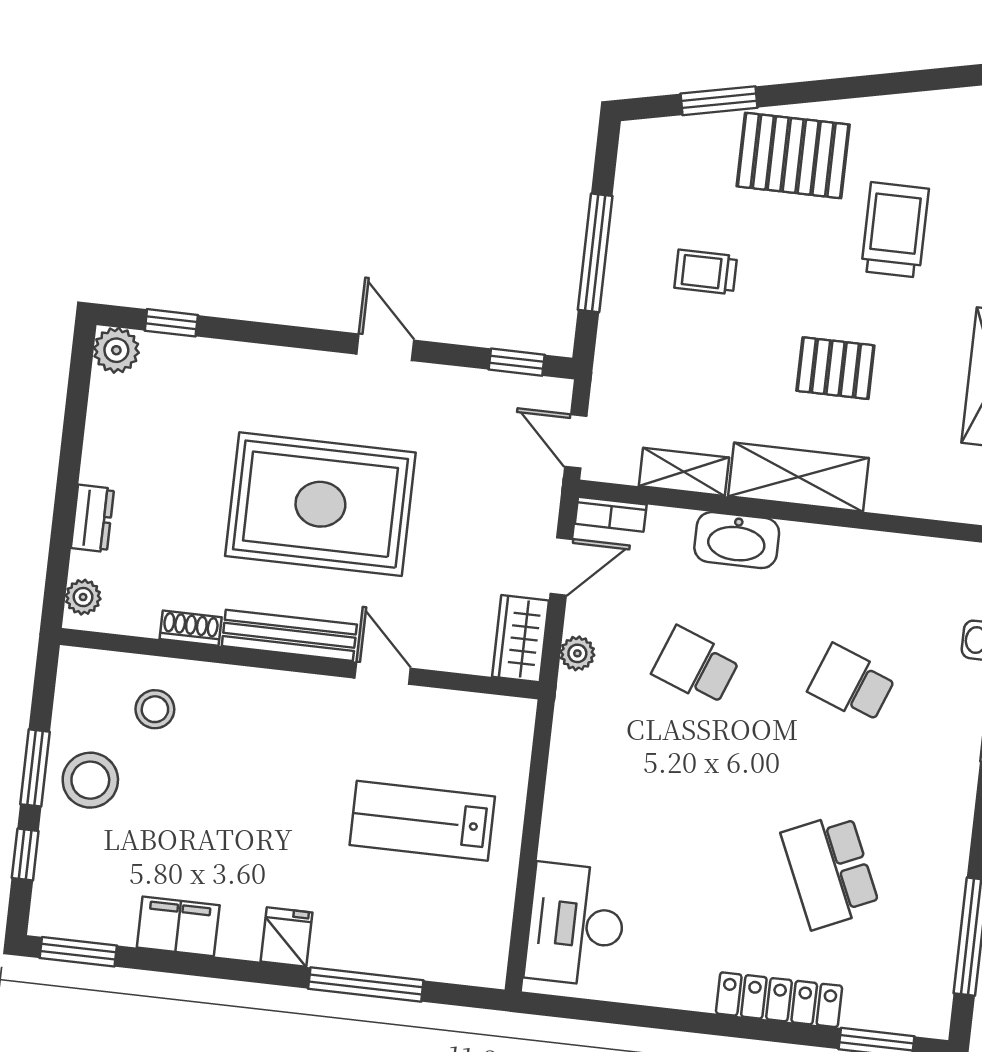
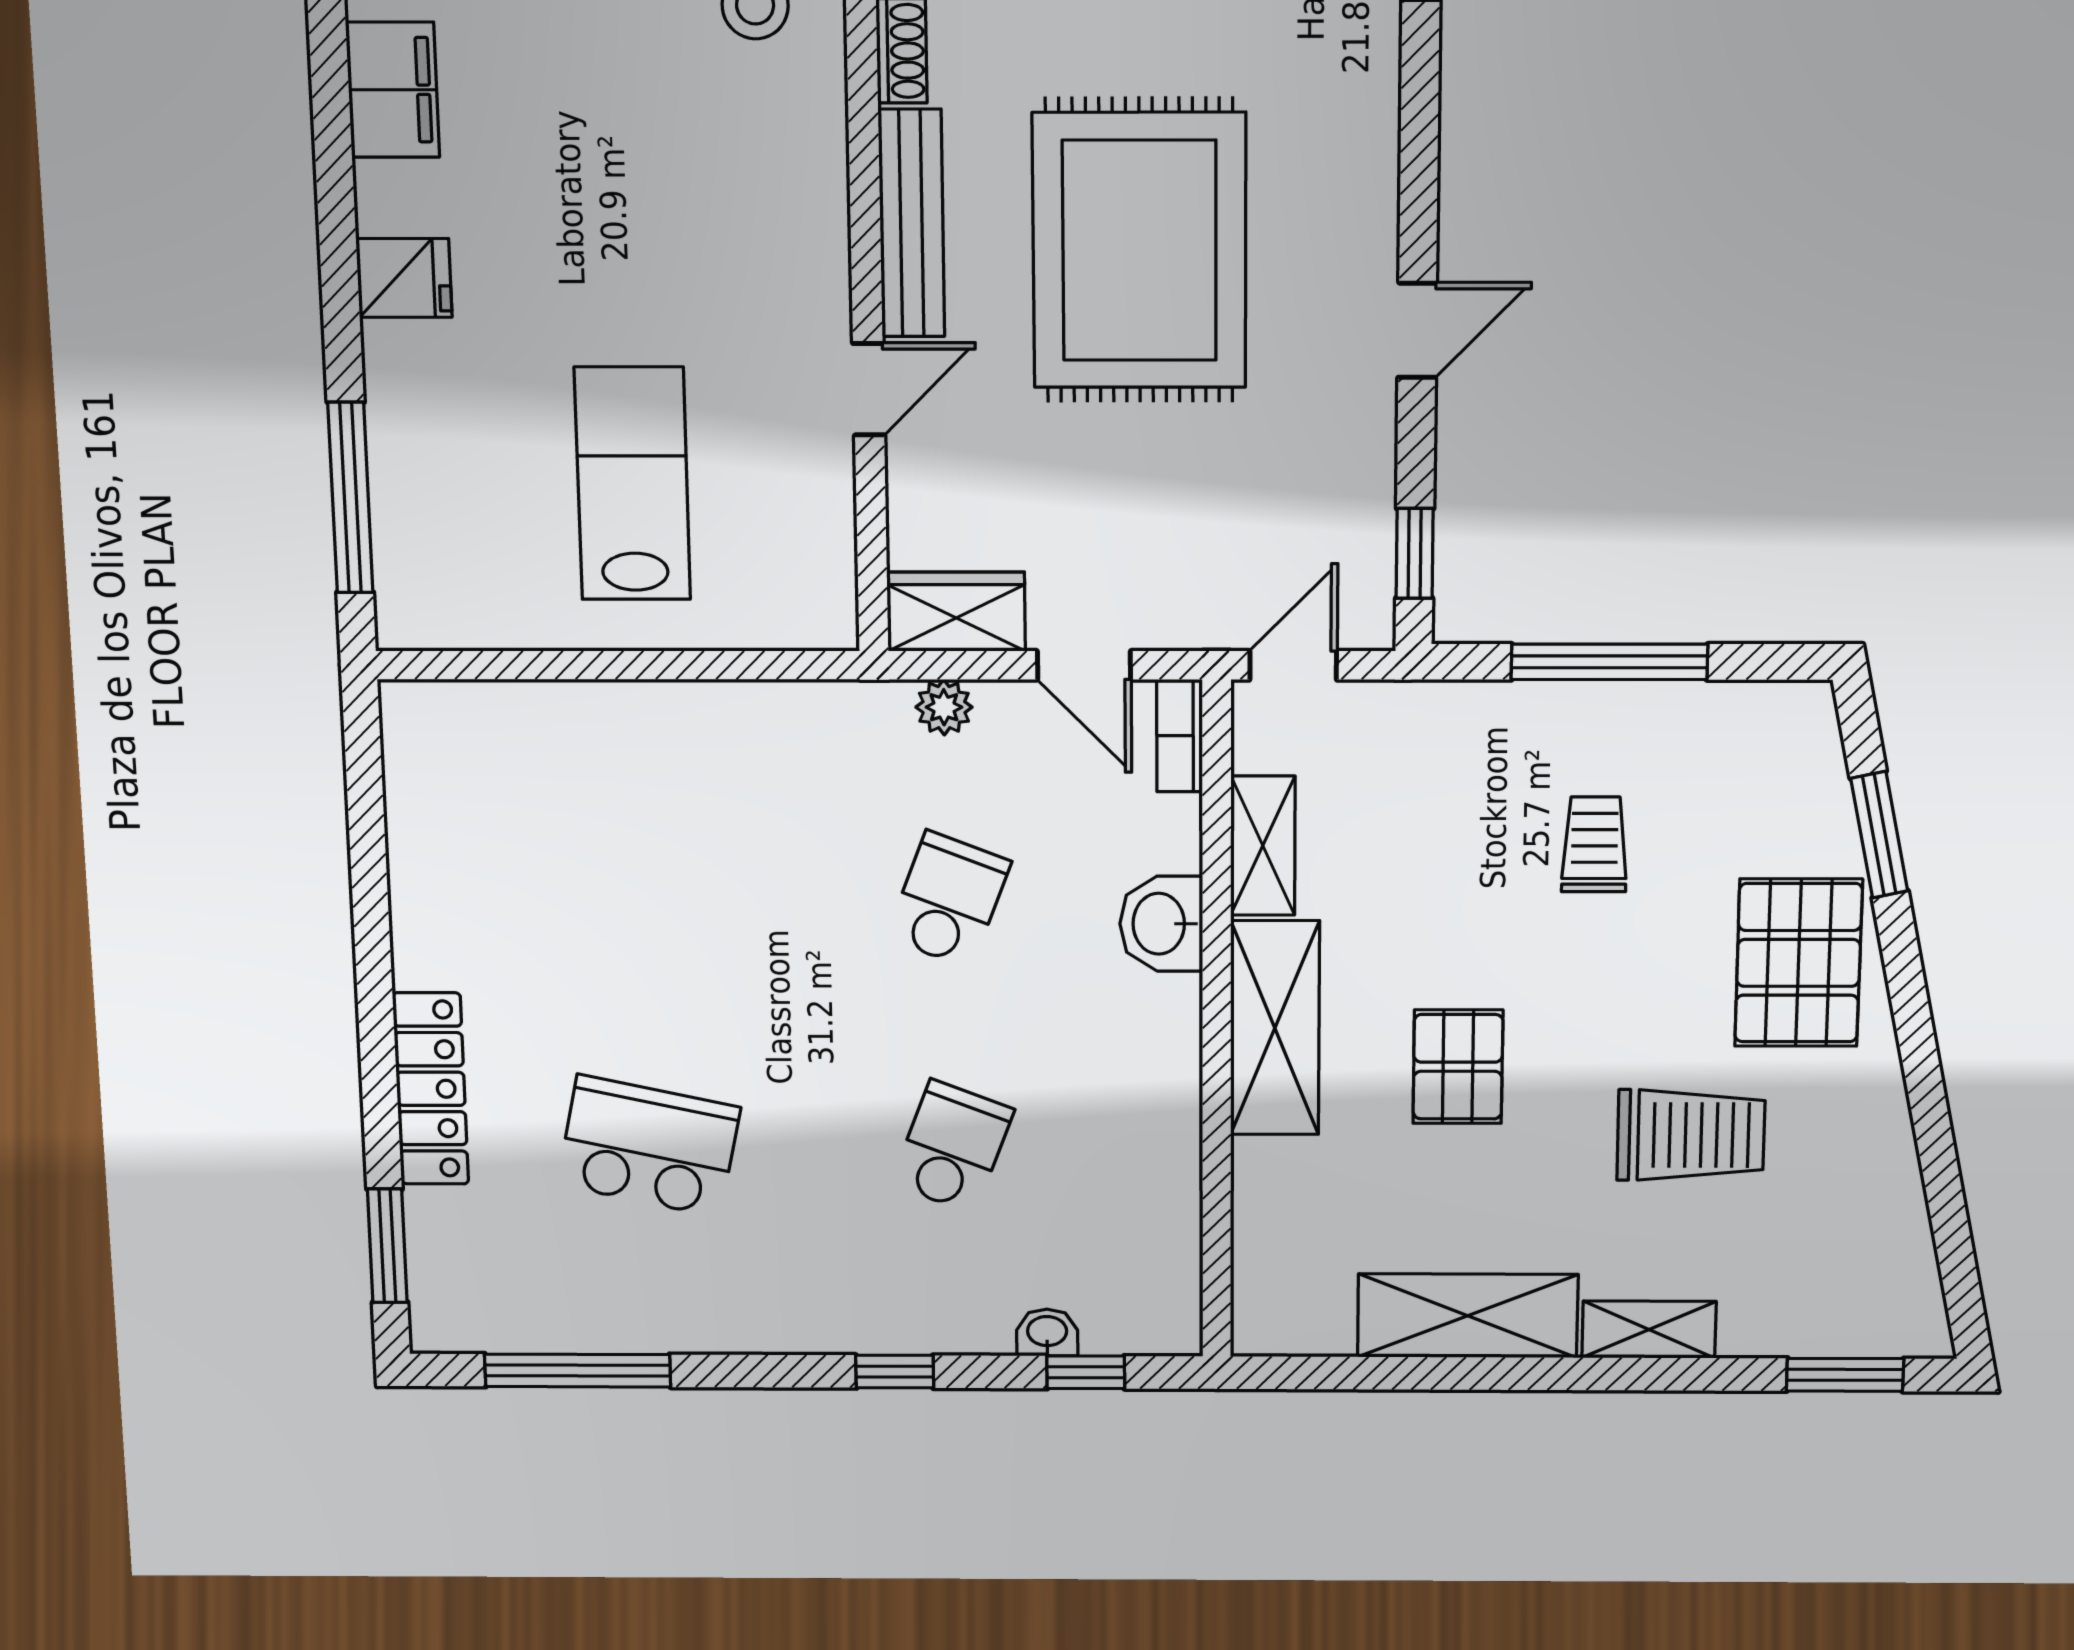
washbasin: (737, 540) -> (1161, 924), width x0.72
school desk: (830, 871) -> (649, 1146), turned 36
desk: (576, 925) -> (500, 754), removed
window: (366, 985) -> (350, 498), moved

